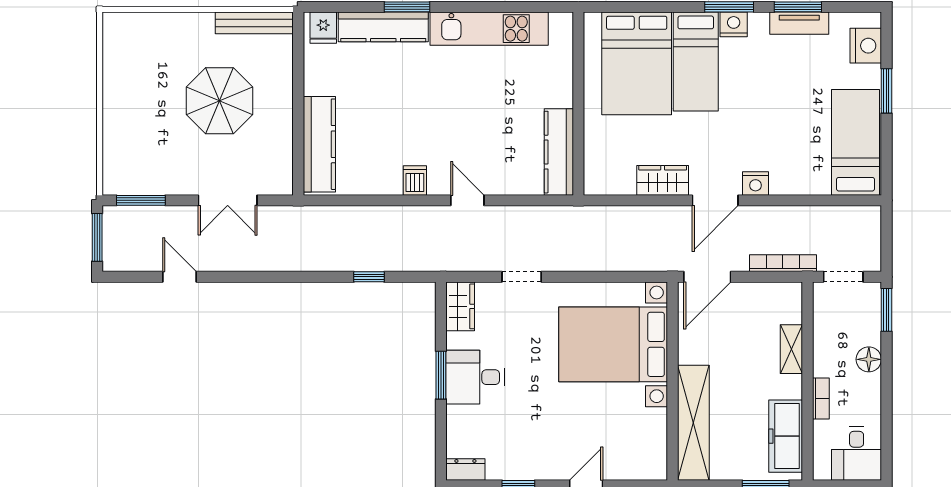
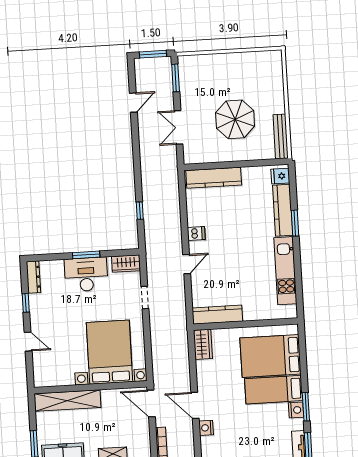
wardrobe: (663, 180) -> (203, 344), moved
desk: (475, 377) -> (86, 274), width x1.37
dresser: (465, 470) -> (33, 277), width x1.44

